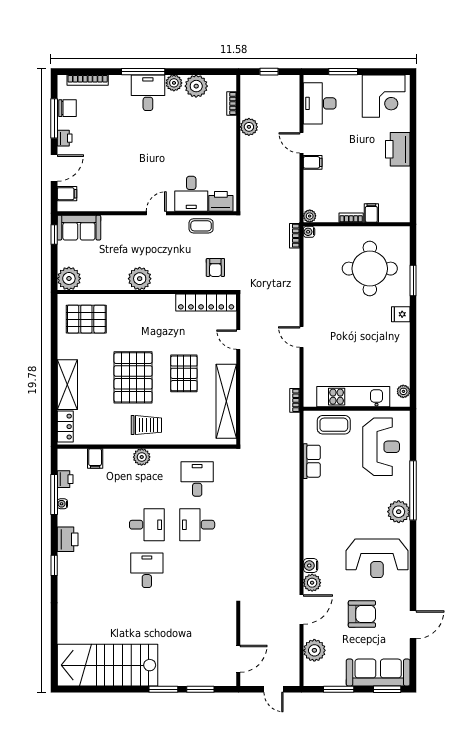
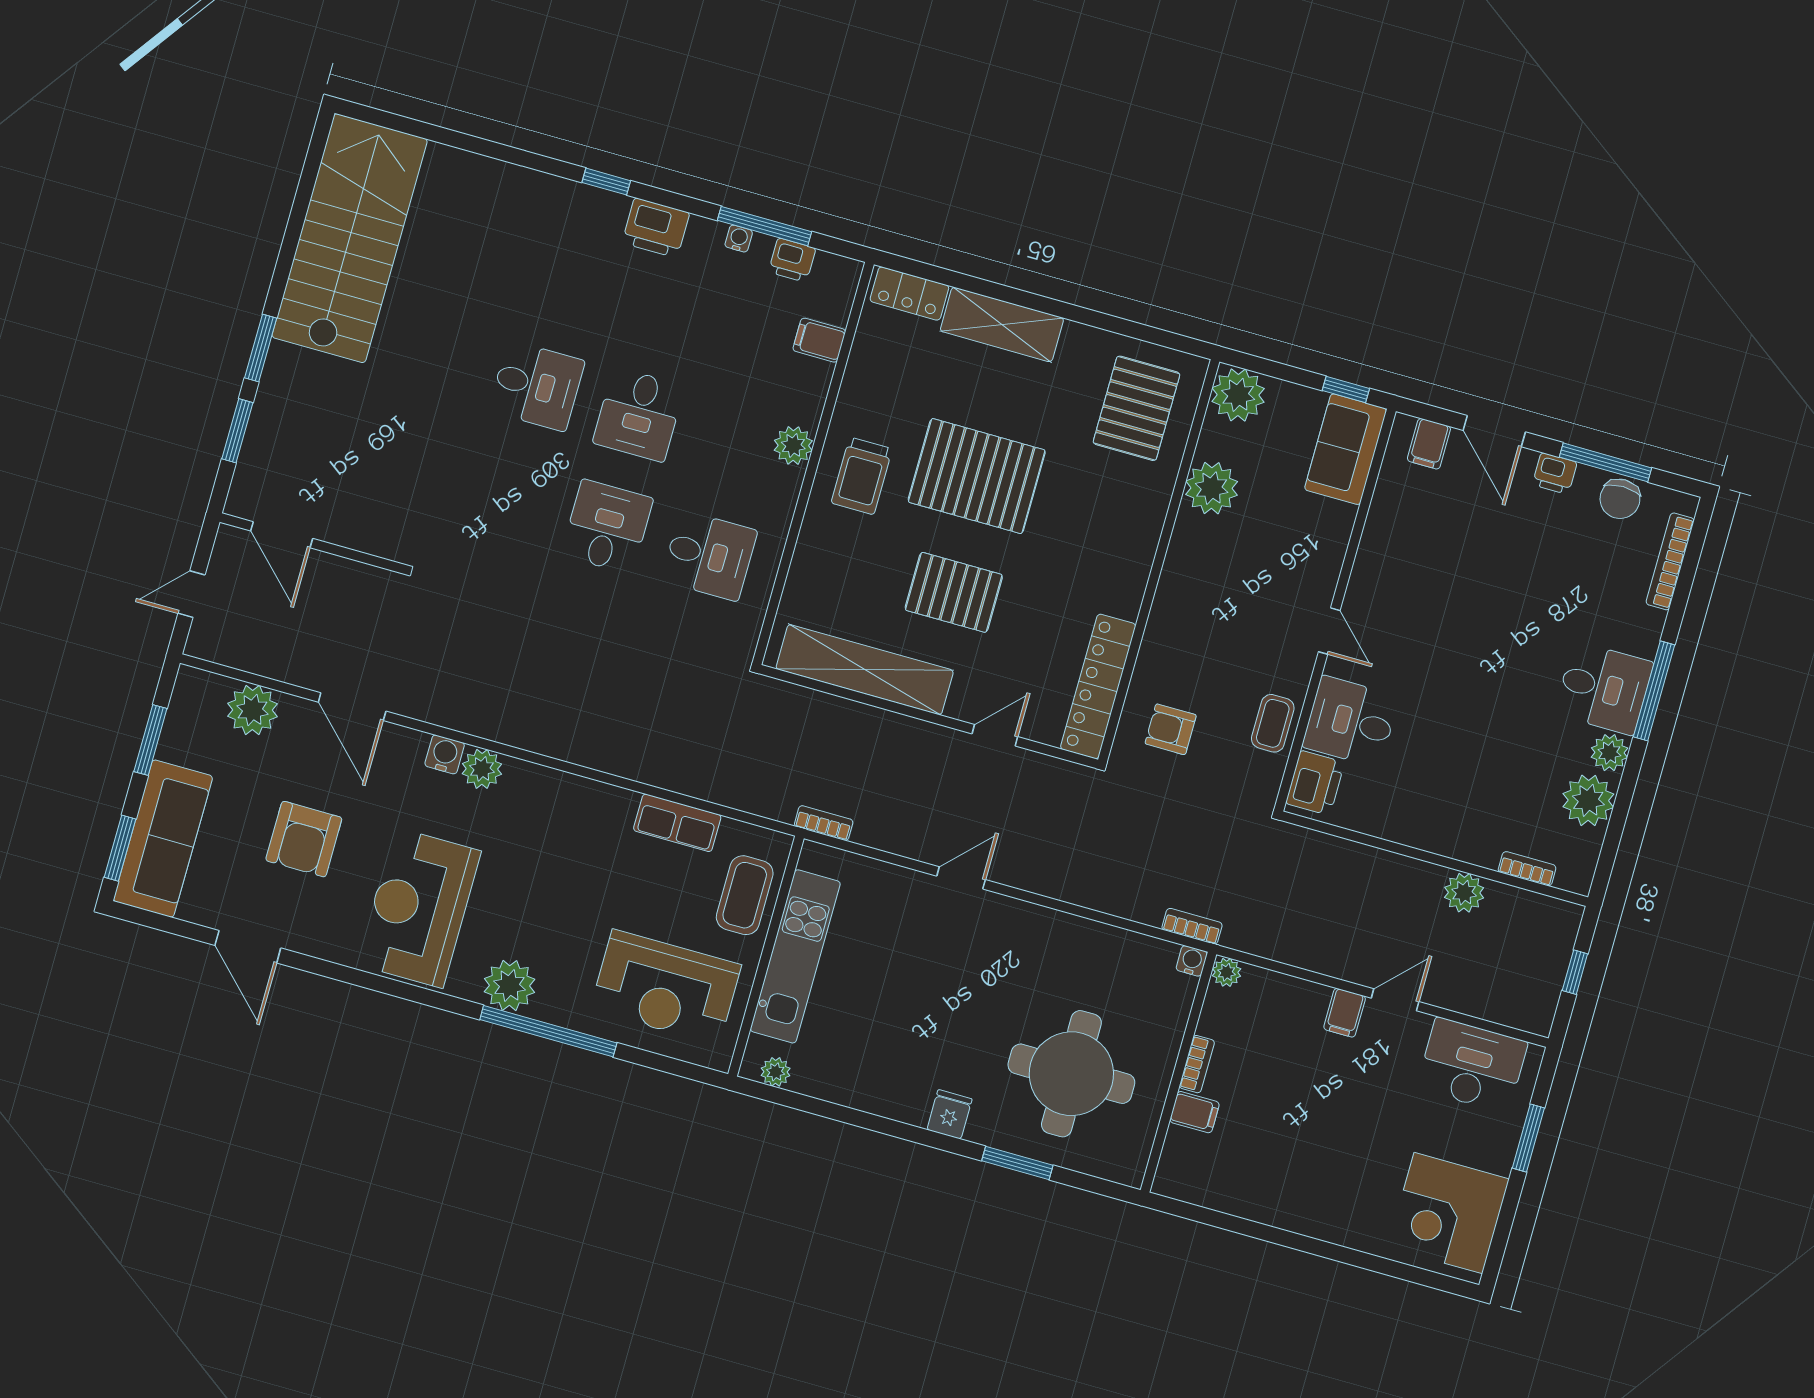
printer: (398, 149) -> (1320, 1211), removed
plant: (140, 279) -> (1212, 488), moved
plant: (312, 583) -> (482, 769), moved

